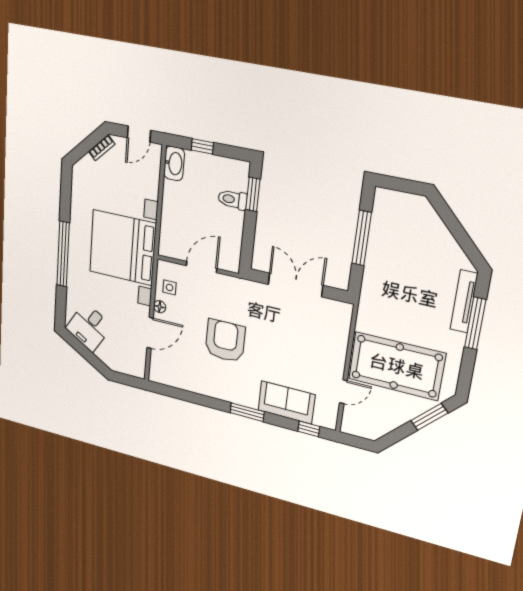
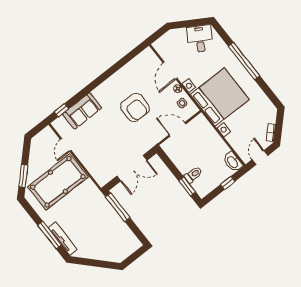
window: (362, 238) -> (118, 207), moved
door: (202, 267) -> (177, 129), swing flipped
window: (247, 412) -> (93, 85), removed

